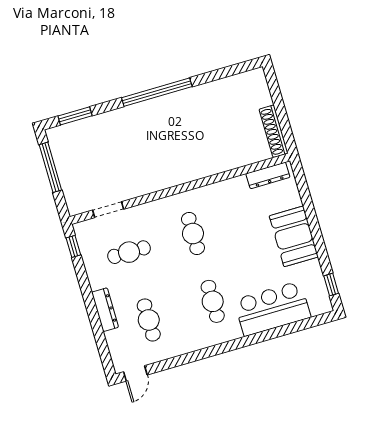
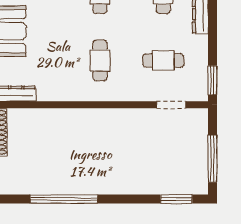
window: (157, 92) -> (64, 199), moved
window: (73, 246) -> (212, 80), width x1.50

